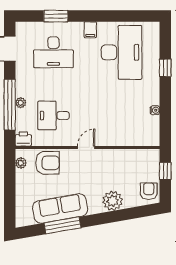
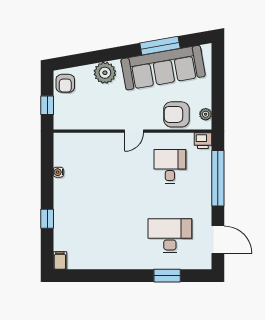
filing cabinet: (90, 30) -> (60, 261), moved
desk: (122, 52) -> (95, 236), removed
plant: (21, 103) -> (206, 180), removed
desk: (53, 116) -> (170, 166), turned -90
sofa: (60, 208) -> (163, 68), width x1.36, depth x1.27

